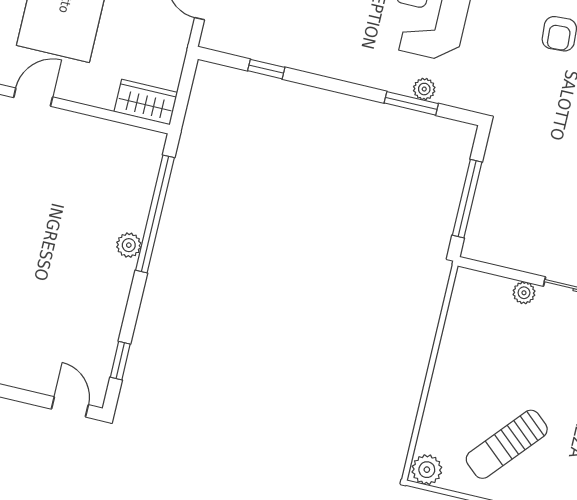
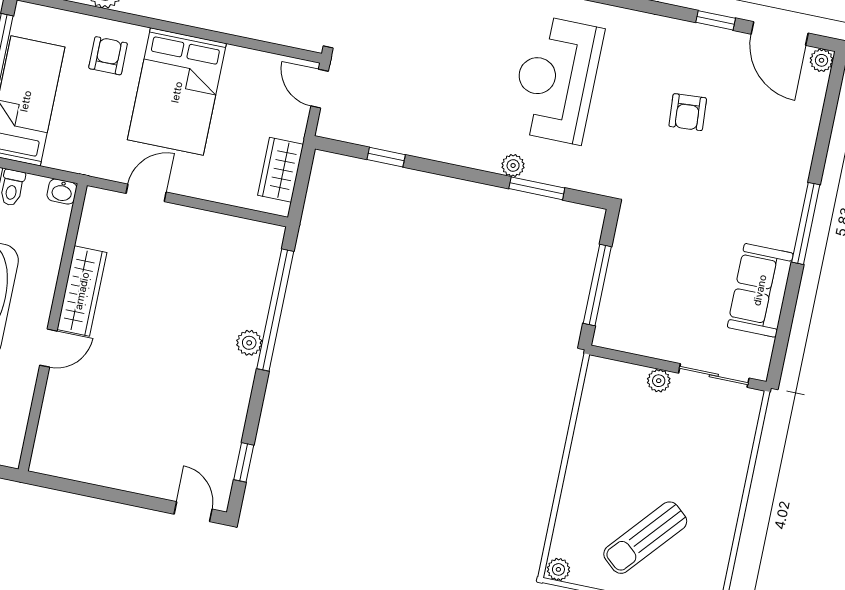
plant: (424, 89) -> (513, 166), moved
wardrobe: (146, 102) -> (281, 170), moved, turned -90
plant: (427, 470) -> (558, 569), width x0.73, depth x0.73

